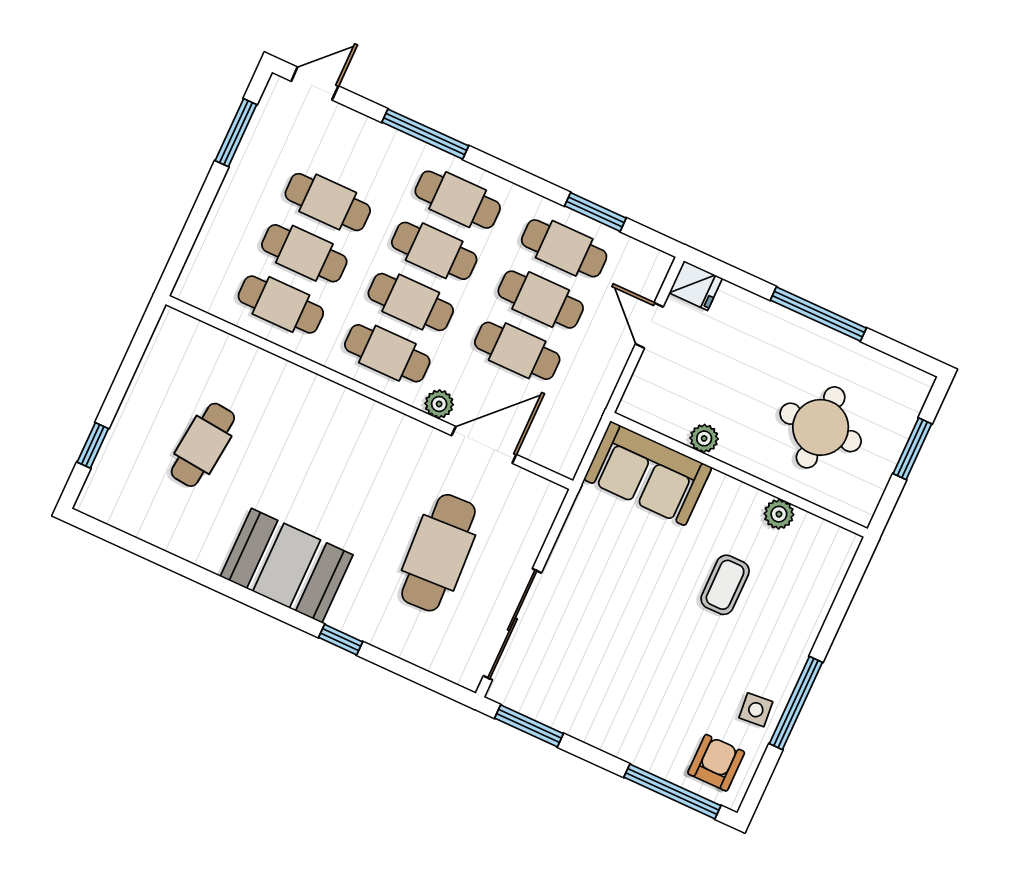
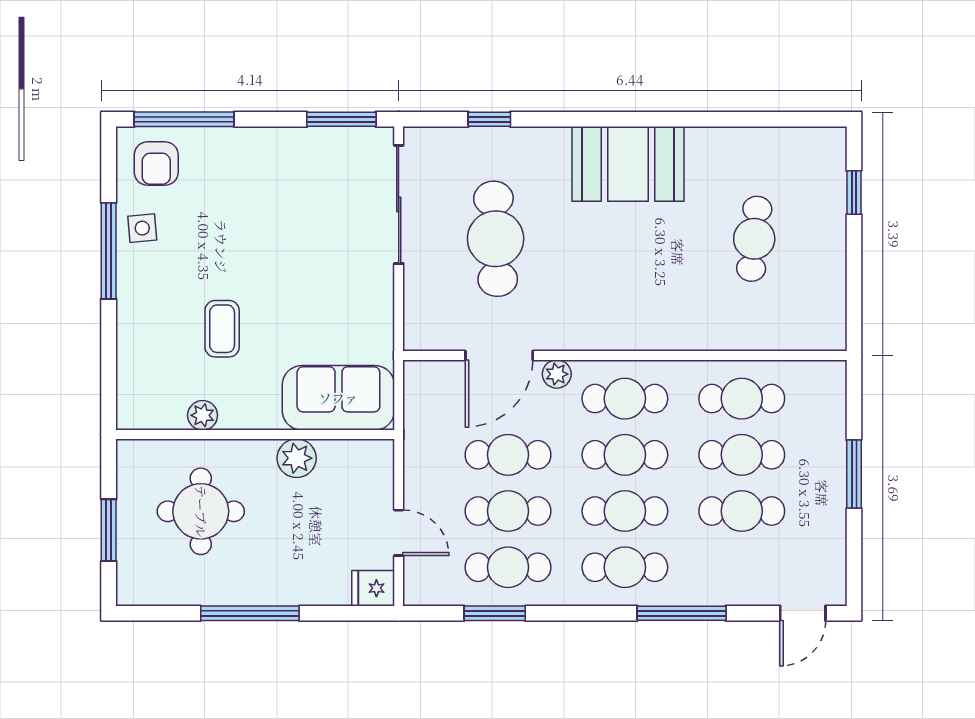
window: (236, 133) -> (854, 474), moved
plant: (704, 438) -> (297, 458), width x1.38, depth x1.38
window: (341, 640) -> (489, 119), moved

